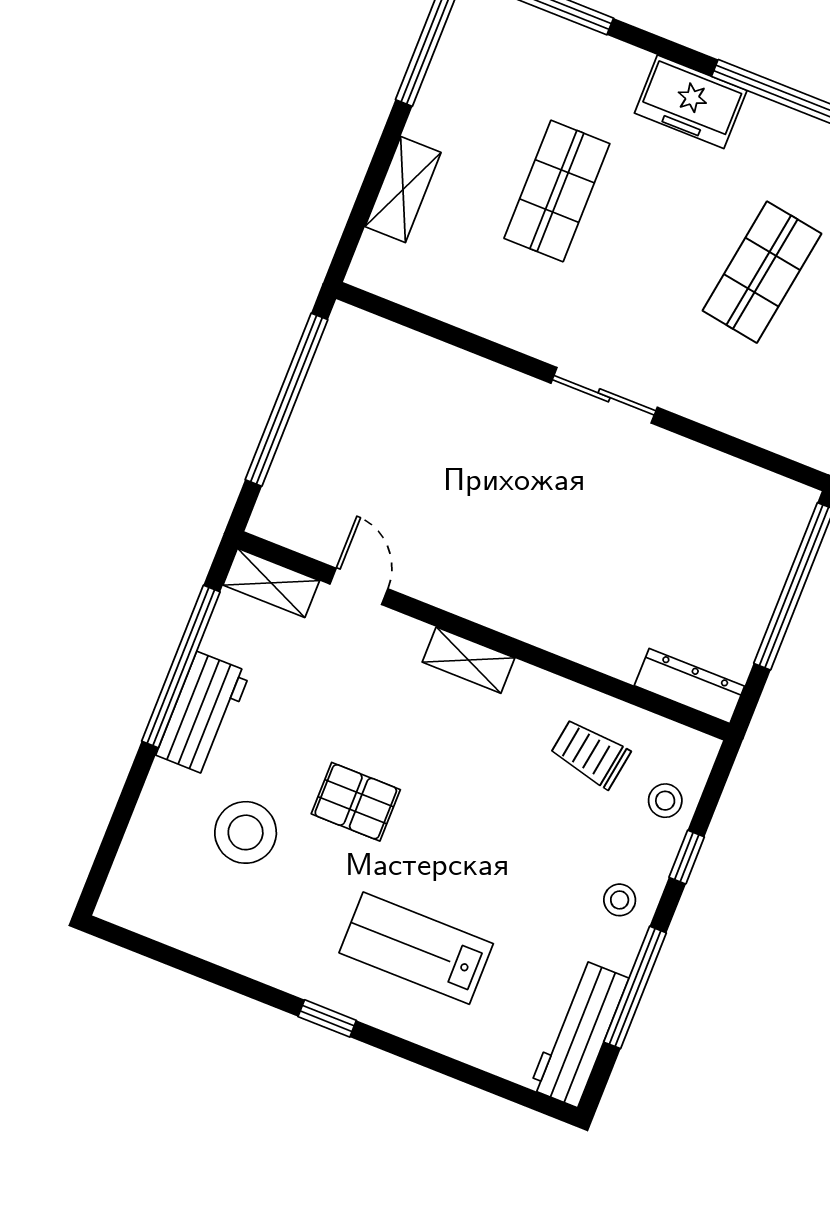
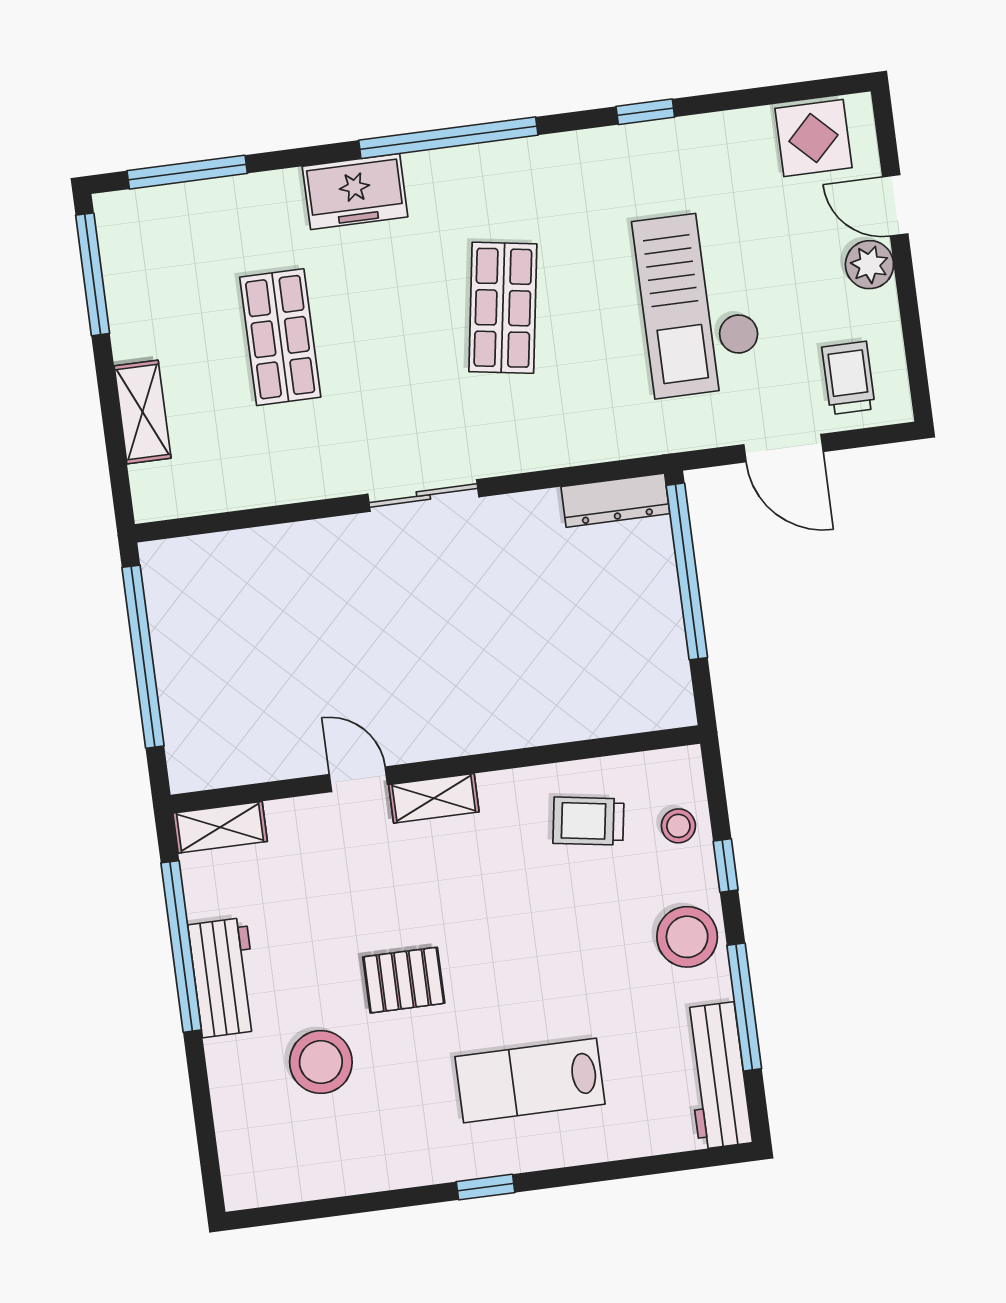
door: (359, 586) -> (358, 779), moved
dresser: (689, 686) -> (615, 500), moved, turned 180
stool: (620, 900) -> (687, 937), width x1.89, depth x1.89

